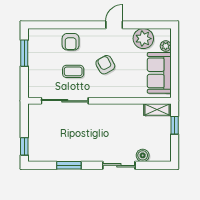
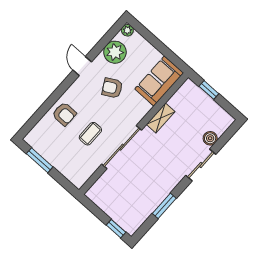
plant: (166, 46) -> (127, 30), moved
armchair: (105, 65) -> (112, 88), moved
sofa: (159, 73) -> (159, 81), moved, turned 90
sliding door: (65, 101) -> (122, 147), moved
shelving: (157, 109) -> (161, 118), moved

